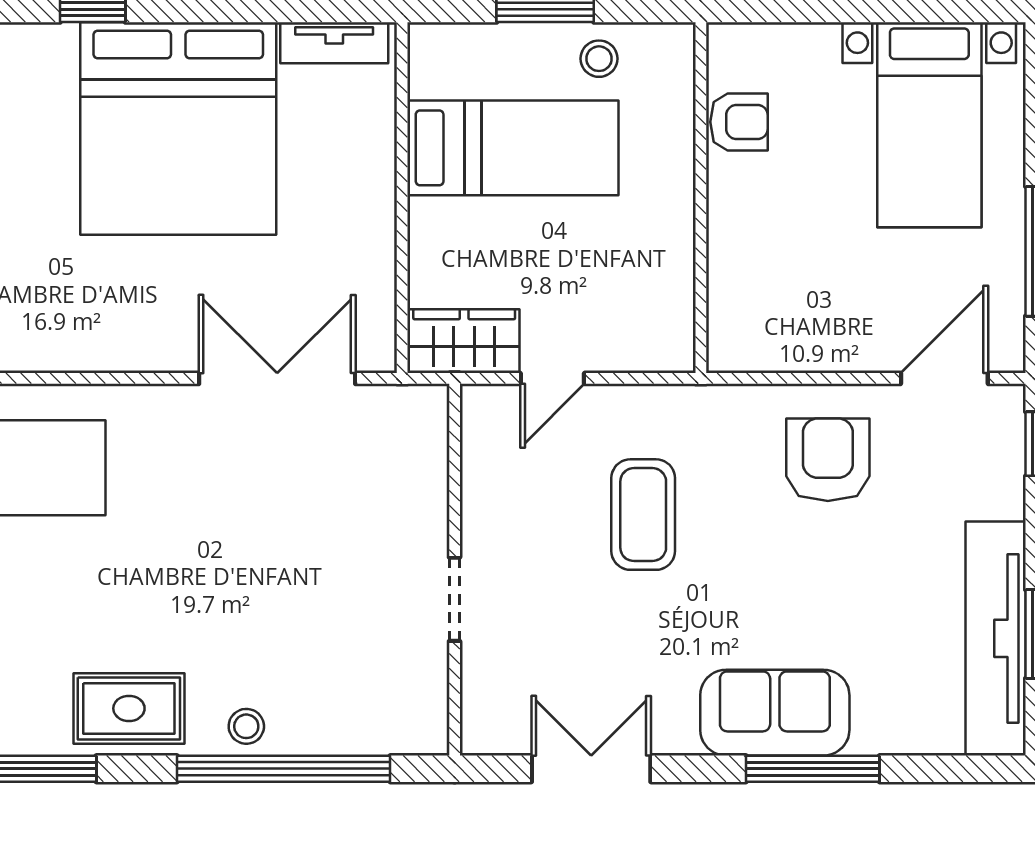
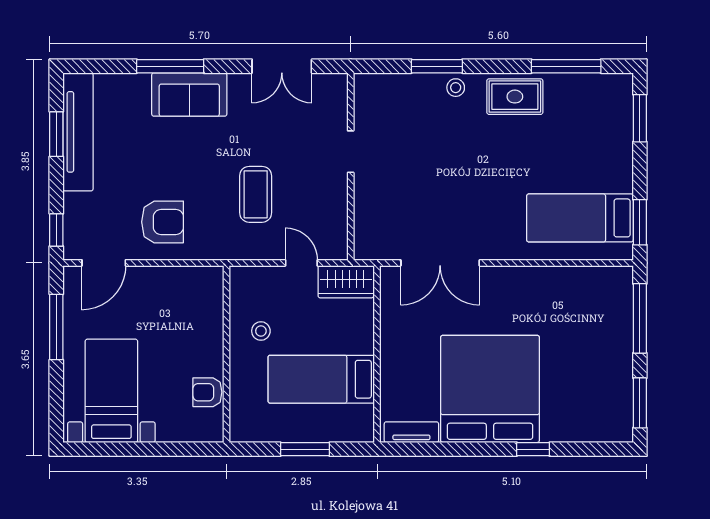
stool: (599, 59) -> (261, 331), moved
door: (552, 378) -> (301, 263), hinge flipped
armchair: (828, 460) -> (163, 222), turned -90
window: (284, 769) -> (437, 66), width x0.47

